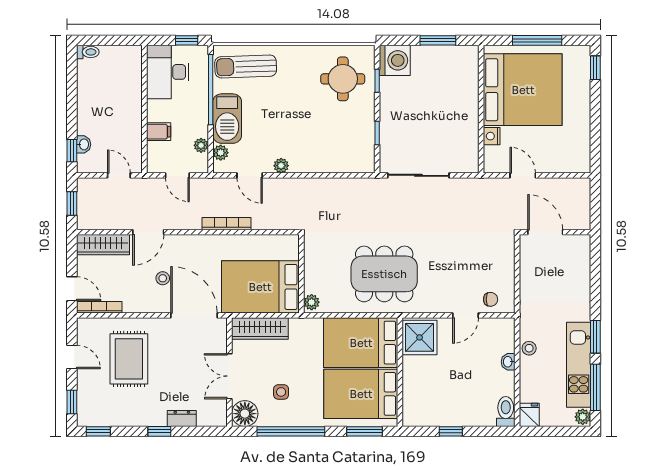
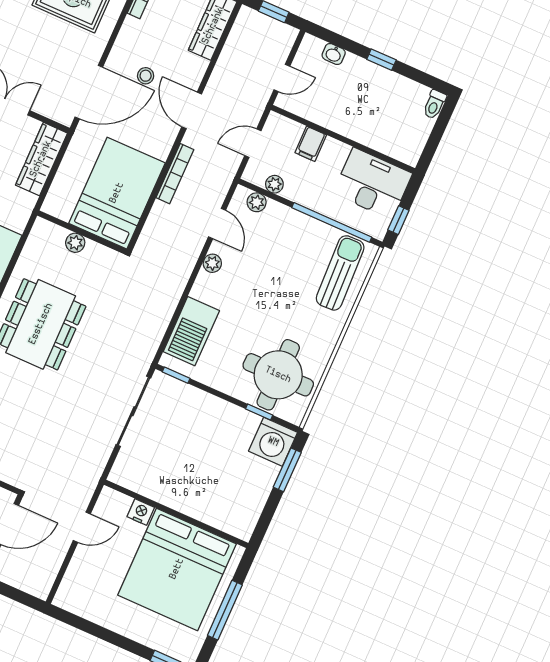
window: (438, 40) -> (287, 470), moved
round table: (343, 79) -> (278, 375), width x1.36, depth x1.36
barbecue: (227, 119) -> (191, 331), moved, turned -90
window: (377, 133) -> (176, 375), moved
window: (72, 151) -> (381, 60), moved
door: (250, 175) -> (217, 224), swing flipped
door: (148, 232) -> (192, 110), moved
bed: (260, 287) -> (117, 193), moved
plant: (312, 302) -> (75, 243), moved

